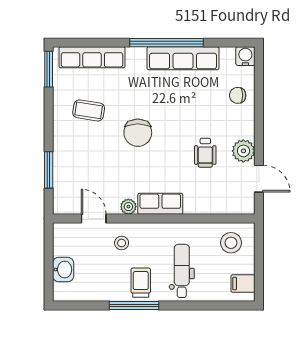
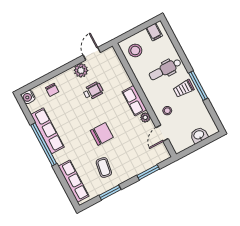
window: (49, 69) -> (110, 192), moved

